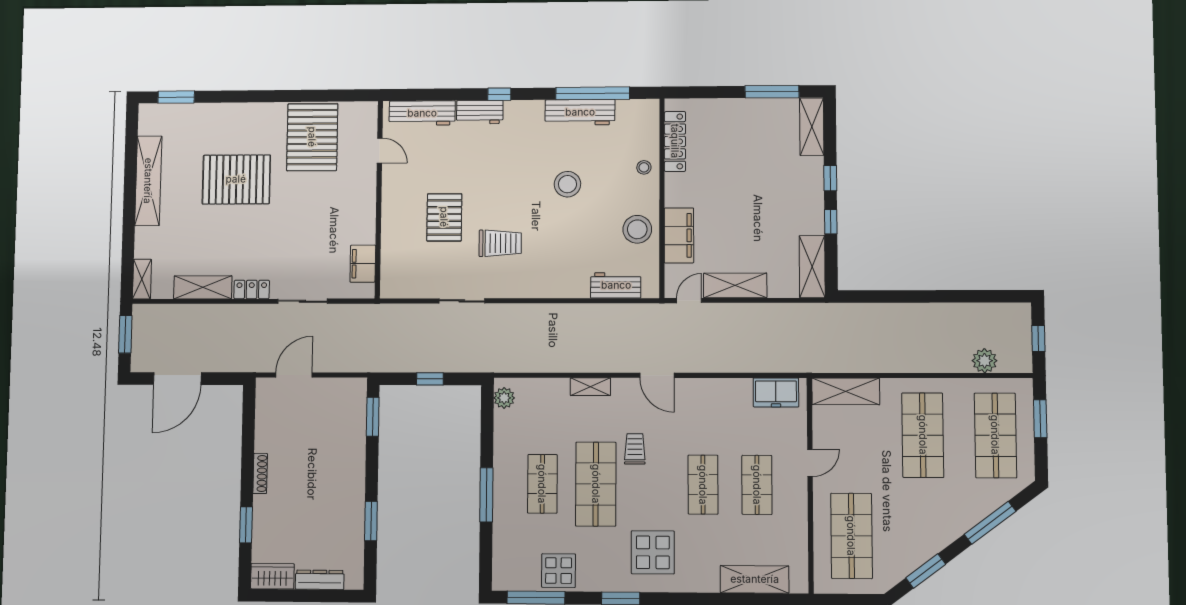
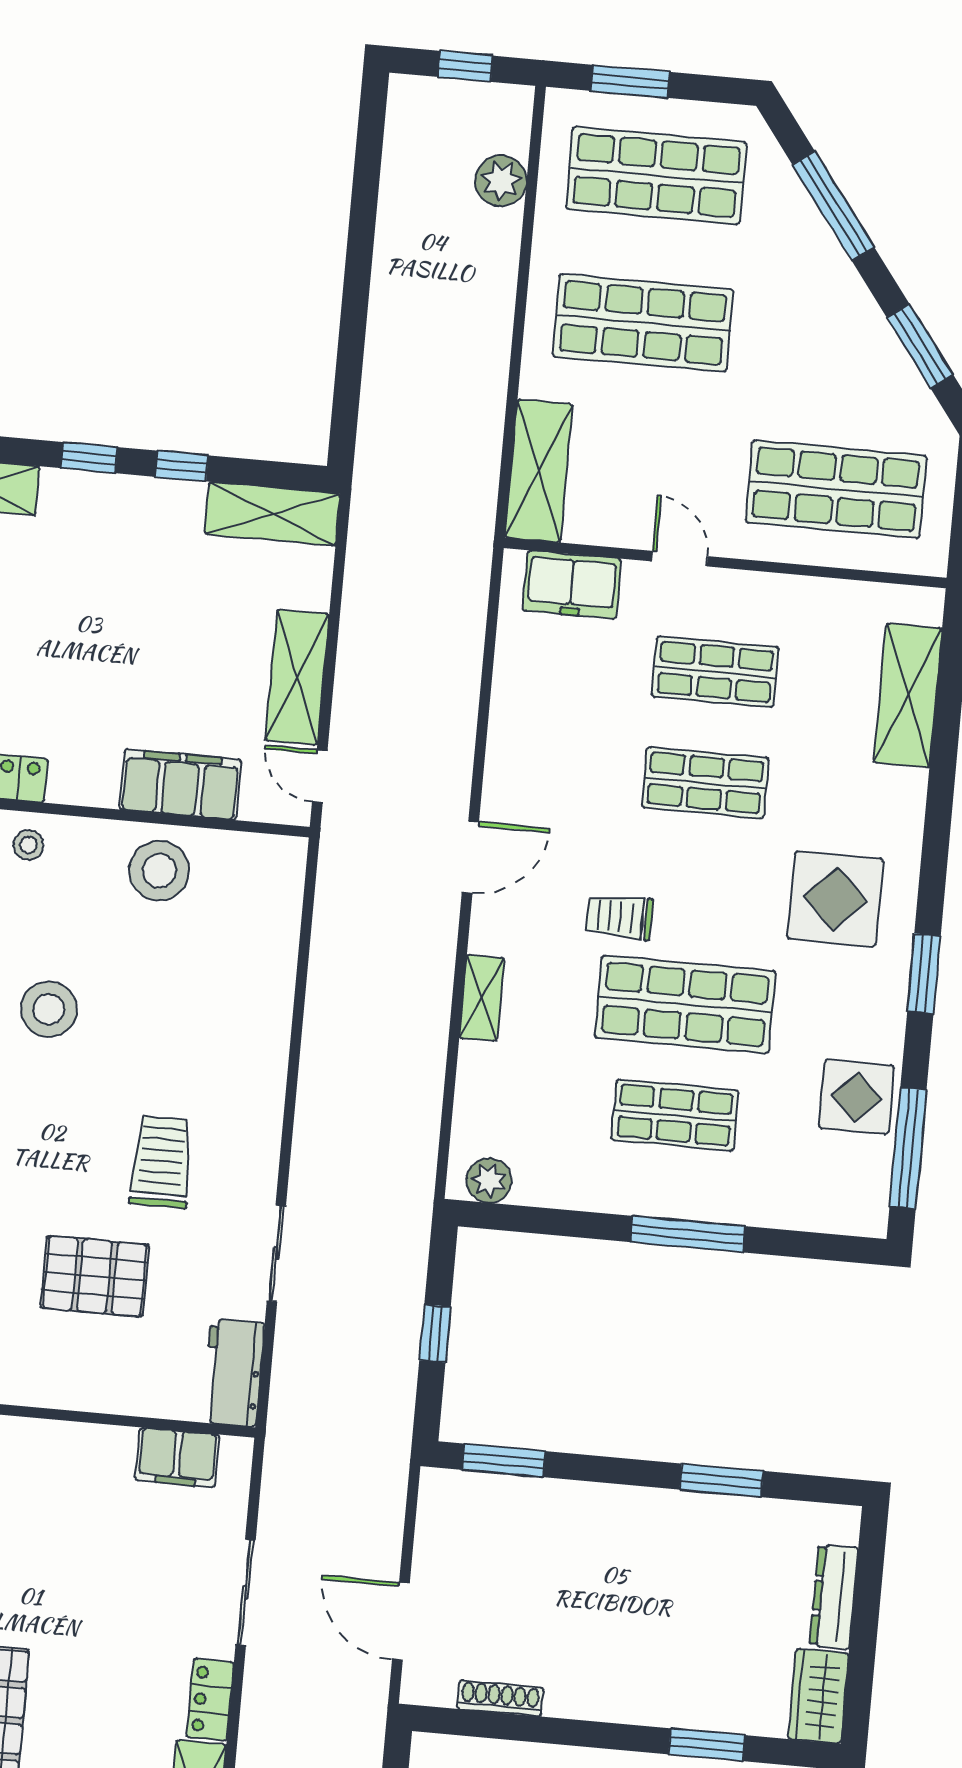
workbench: (616, 285) -> (233, 1373), moved
freezer: (776, 392) -> (572, 585), moved, turned 90
shoe rack: (260, 473) -> (500, 1698), moved

